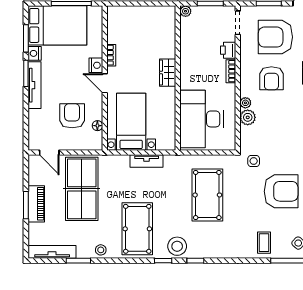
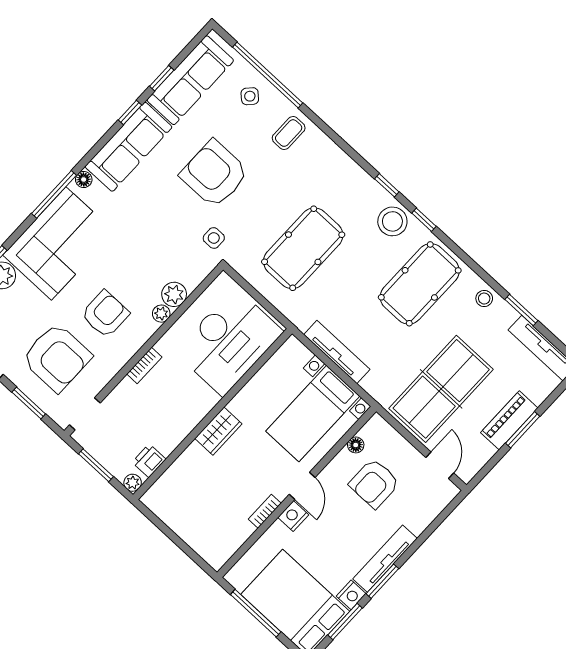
printer: (228, 50) -> (149, 461), moved, turned 180
tv unit: (147, 161) -> (337, 352), width x1.41

